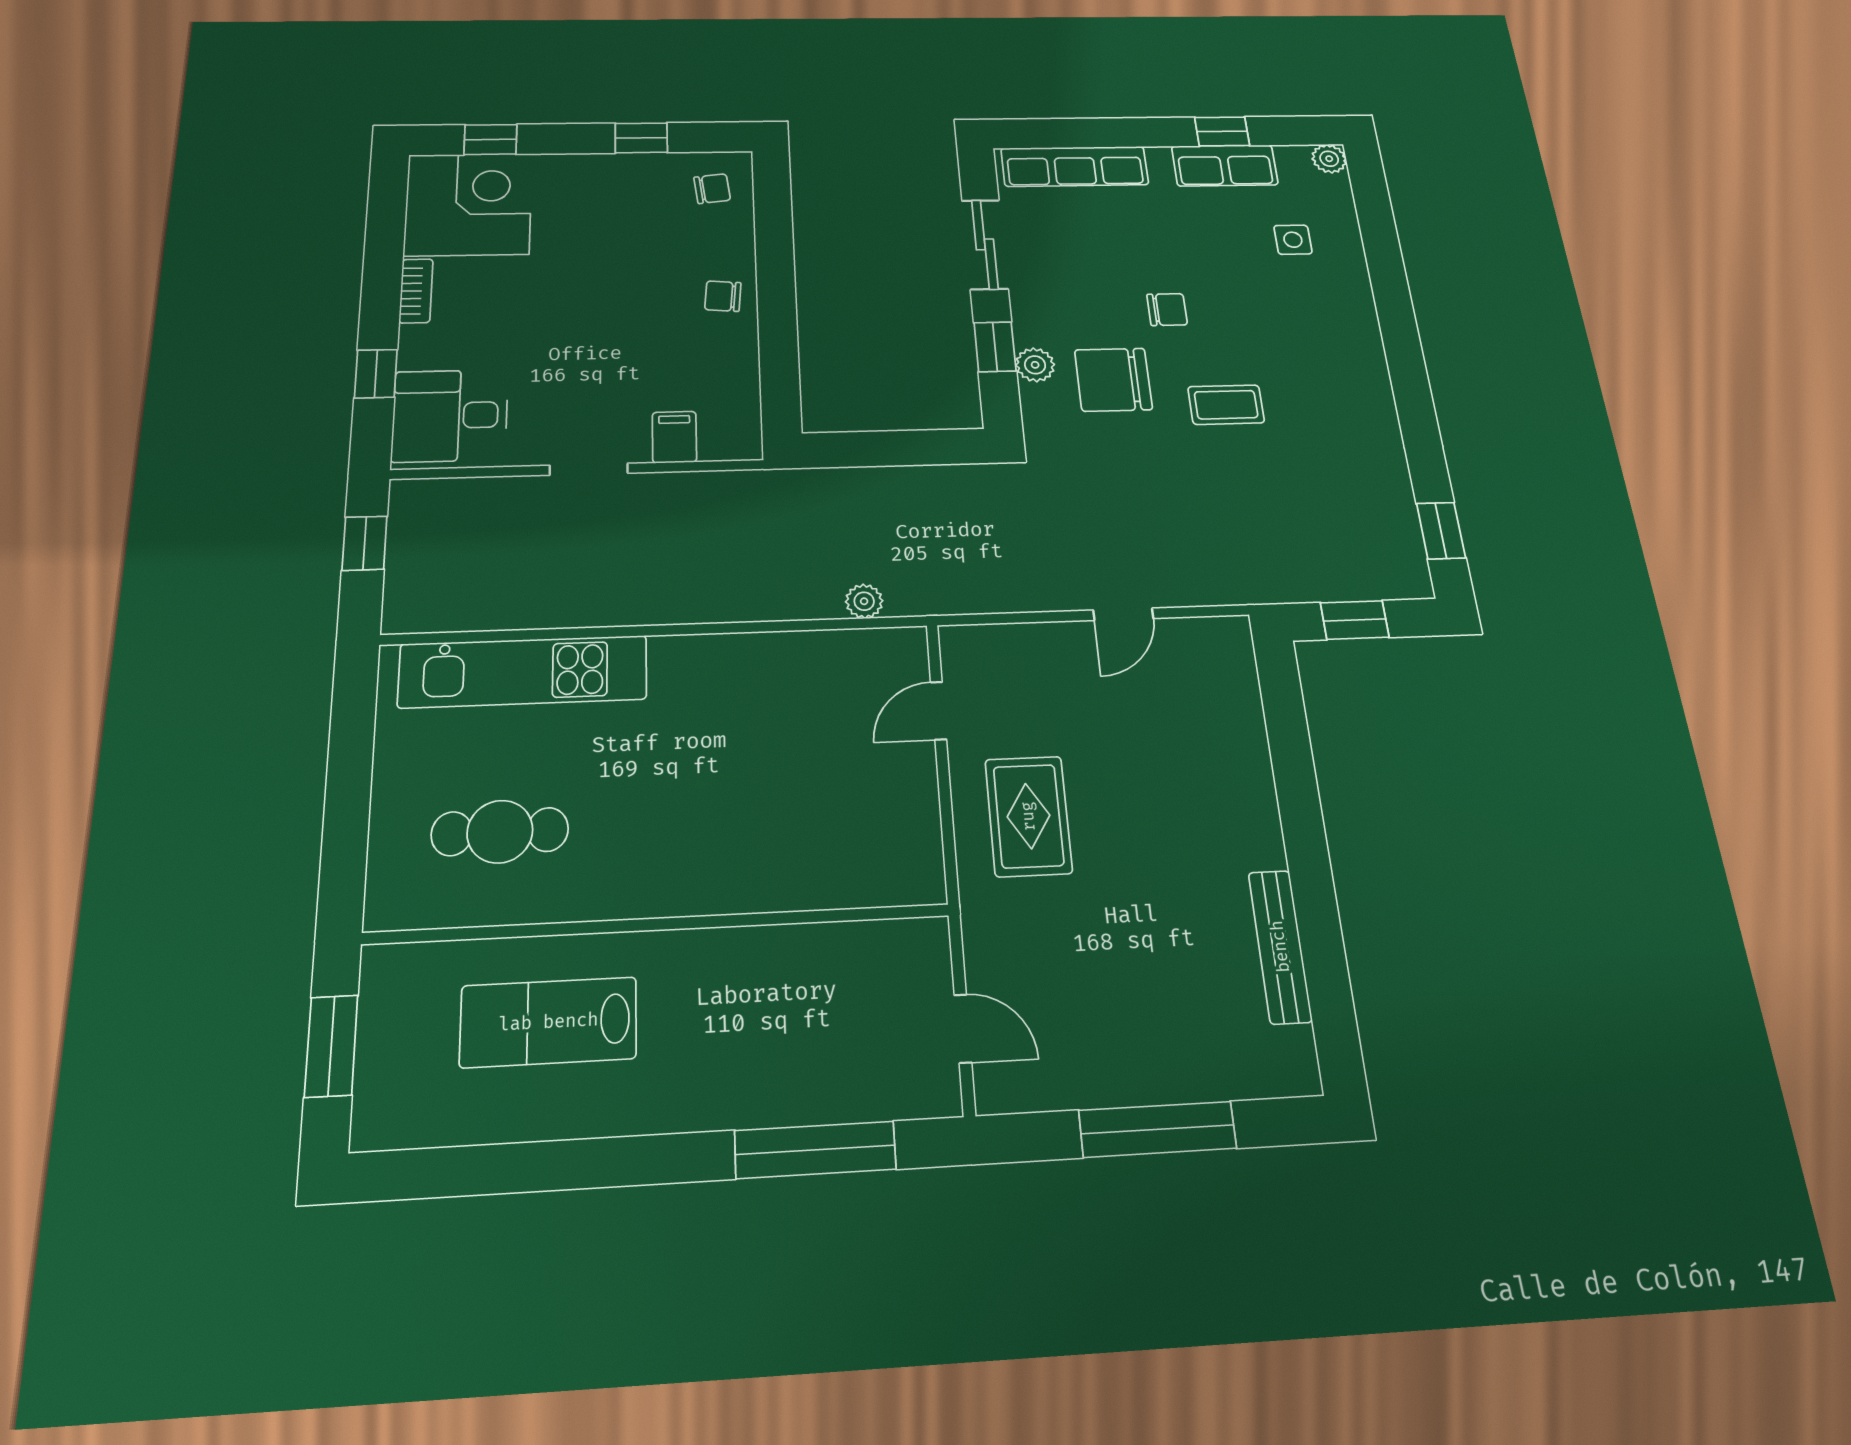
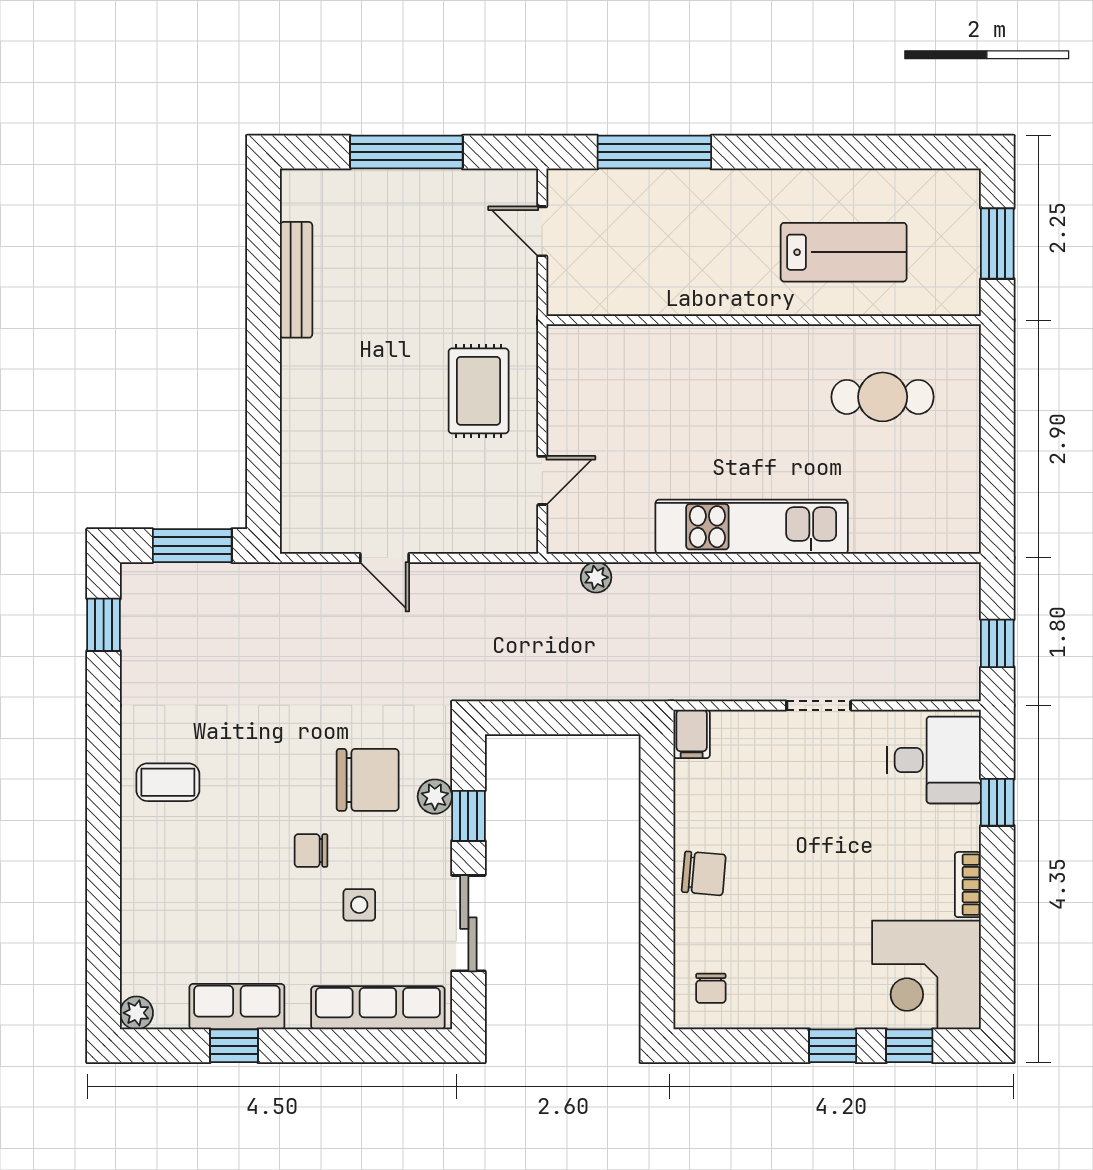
window: (641, 138) -> (833, 1046), moved
chair: (712, 189) -> (711, 988), turned -83
side table: (1293, 240) -> (359, 905), moved
chair: (723, 296) -> (704, 873), width x1.37, depth x1.37
coffee table: (1226, 405) -> (168, 782), moved
filing cabinet: (674, 437) -> (692, 734), moved
door: (1123, 614) -> (385, 558), swing flipped
window: (1355, 620) -> (192, 546), width x1.50
kitchen unit: (523, 672) -> (752, 527), moved

